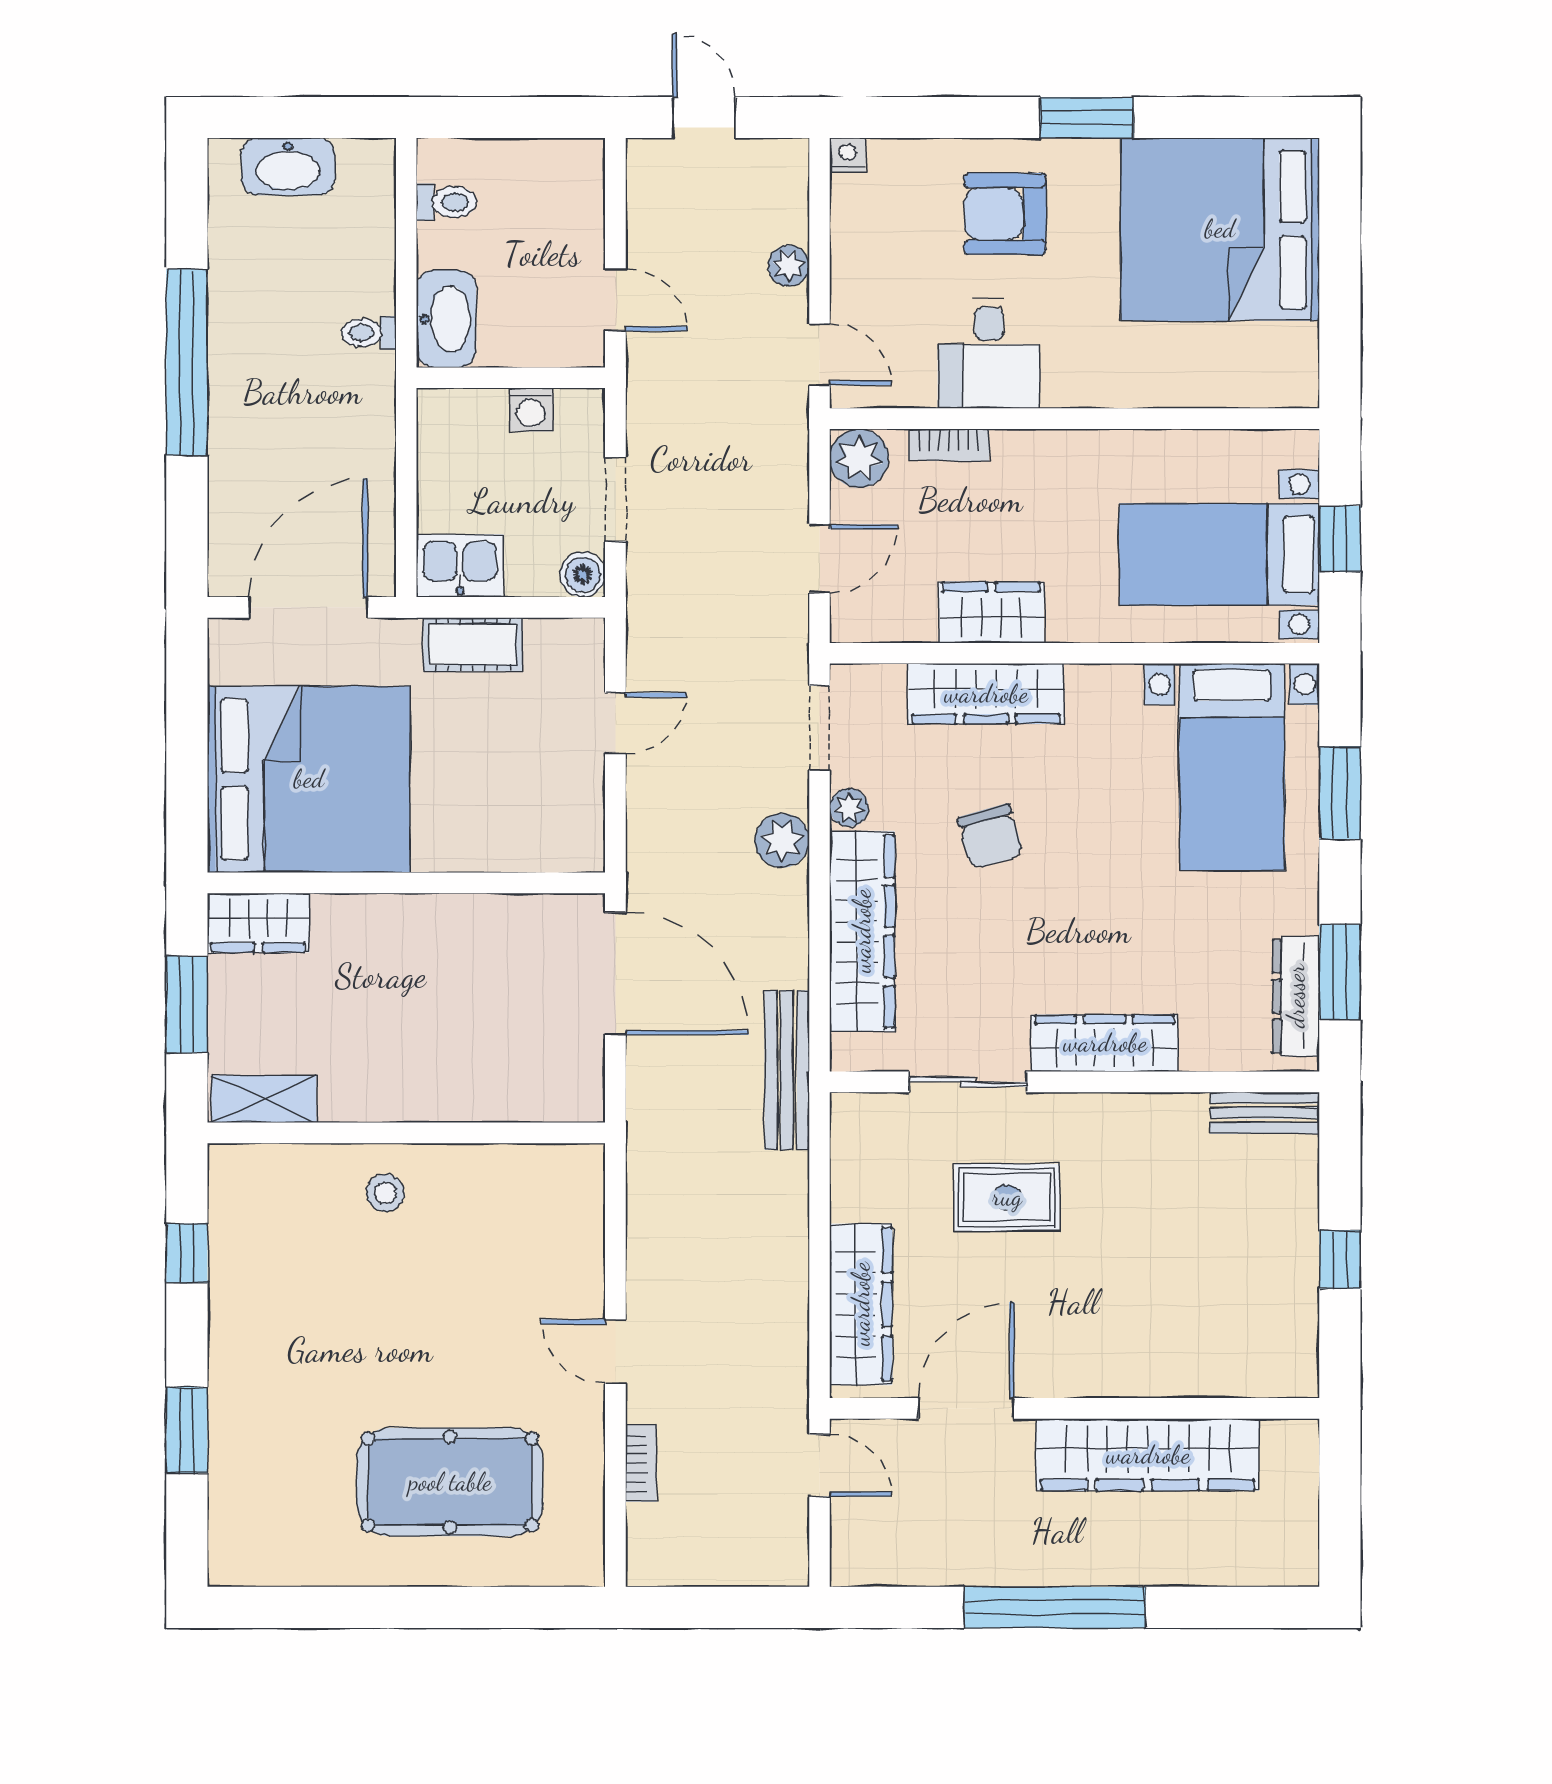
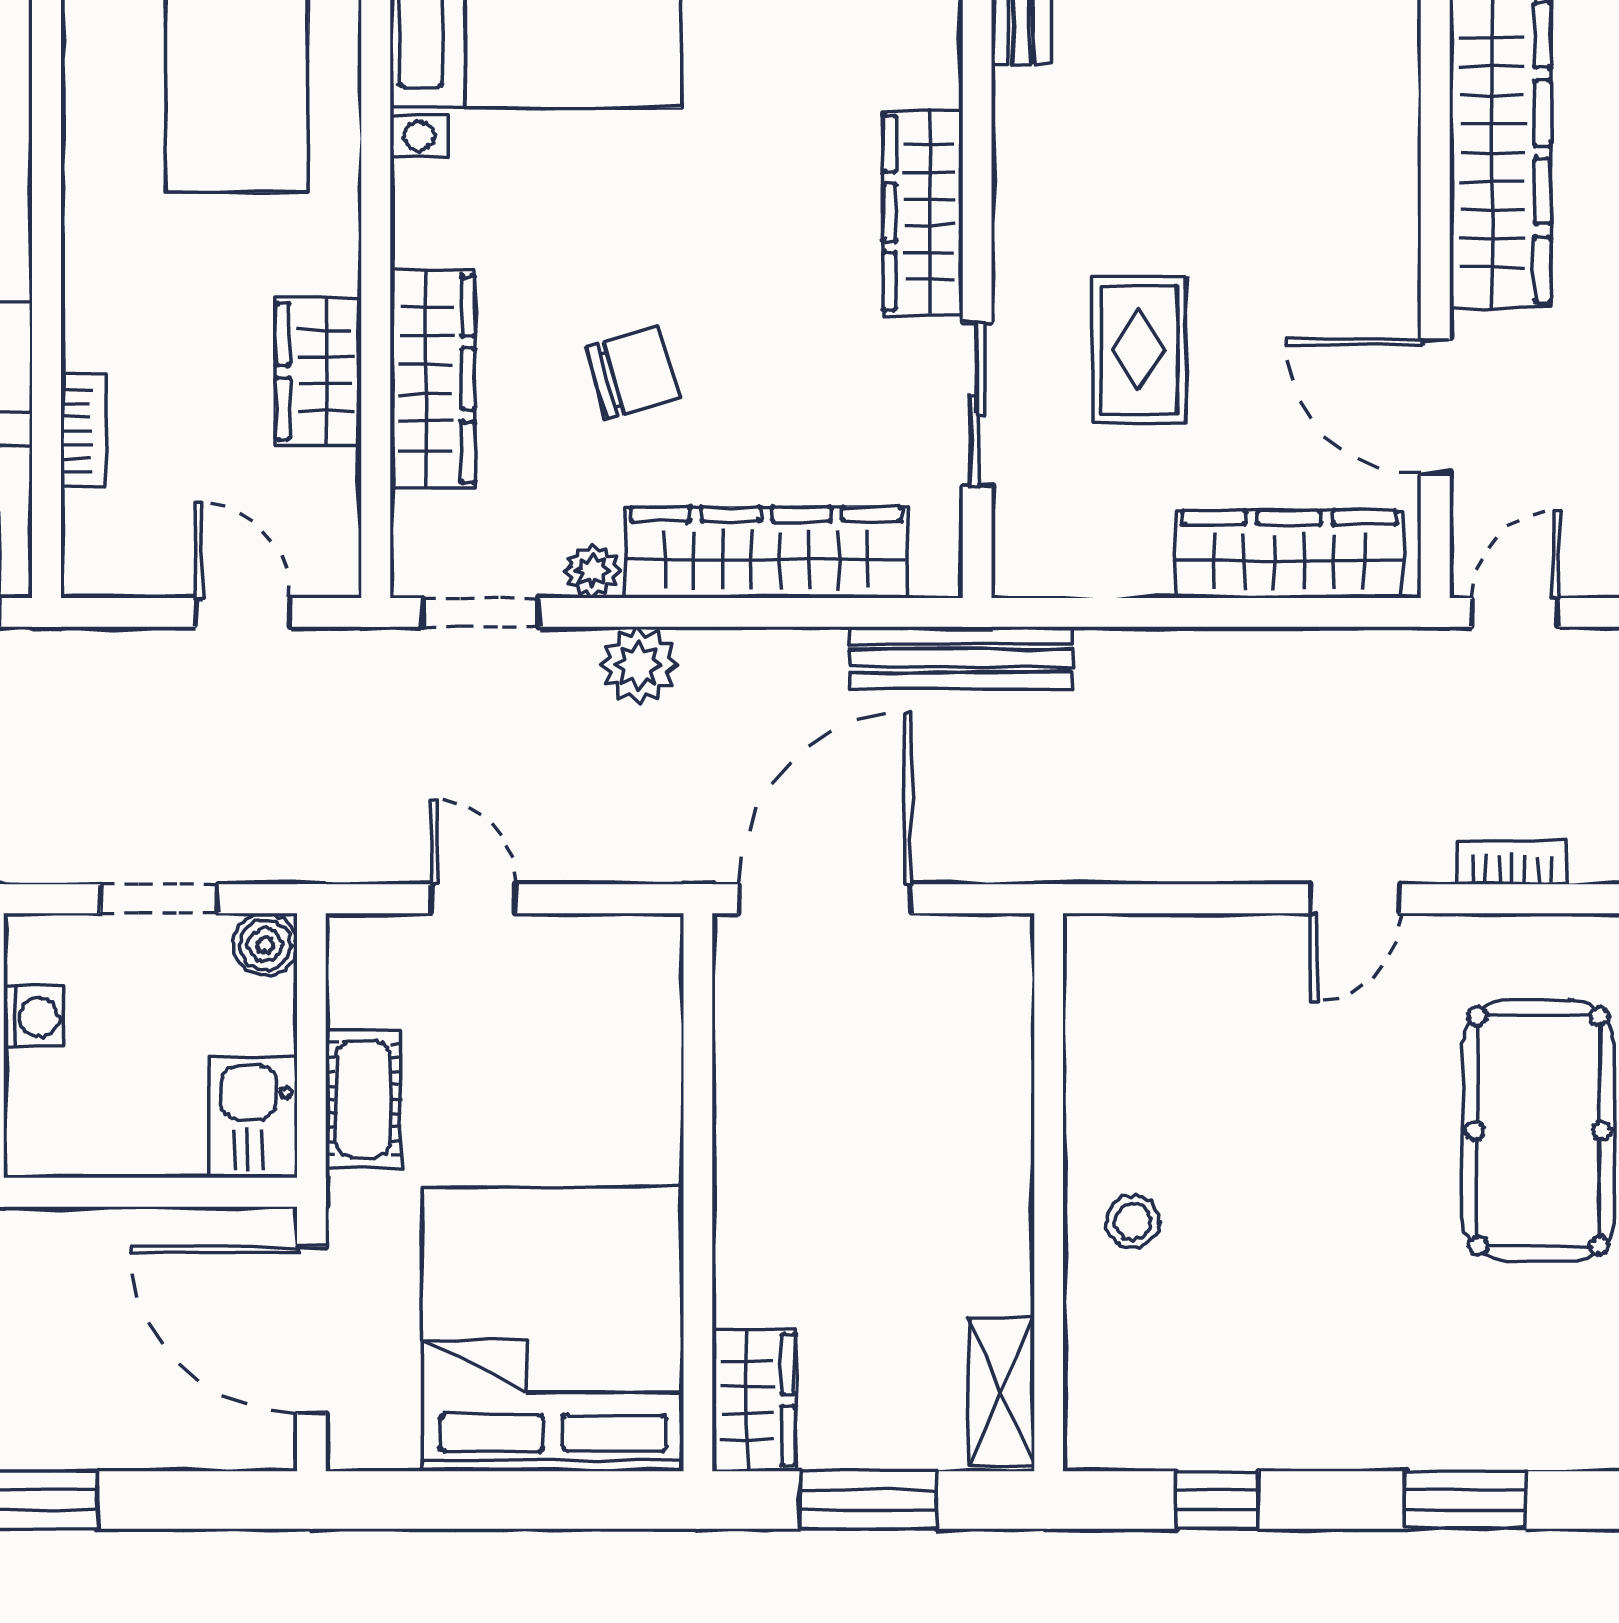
plant: (859, 458) -> (102, 557), removed

